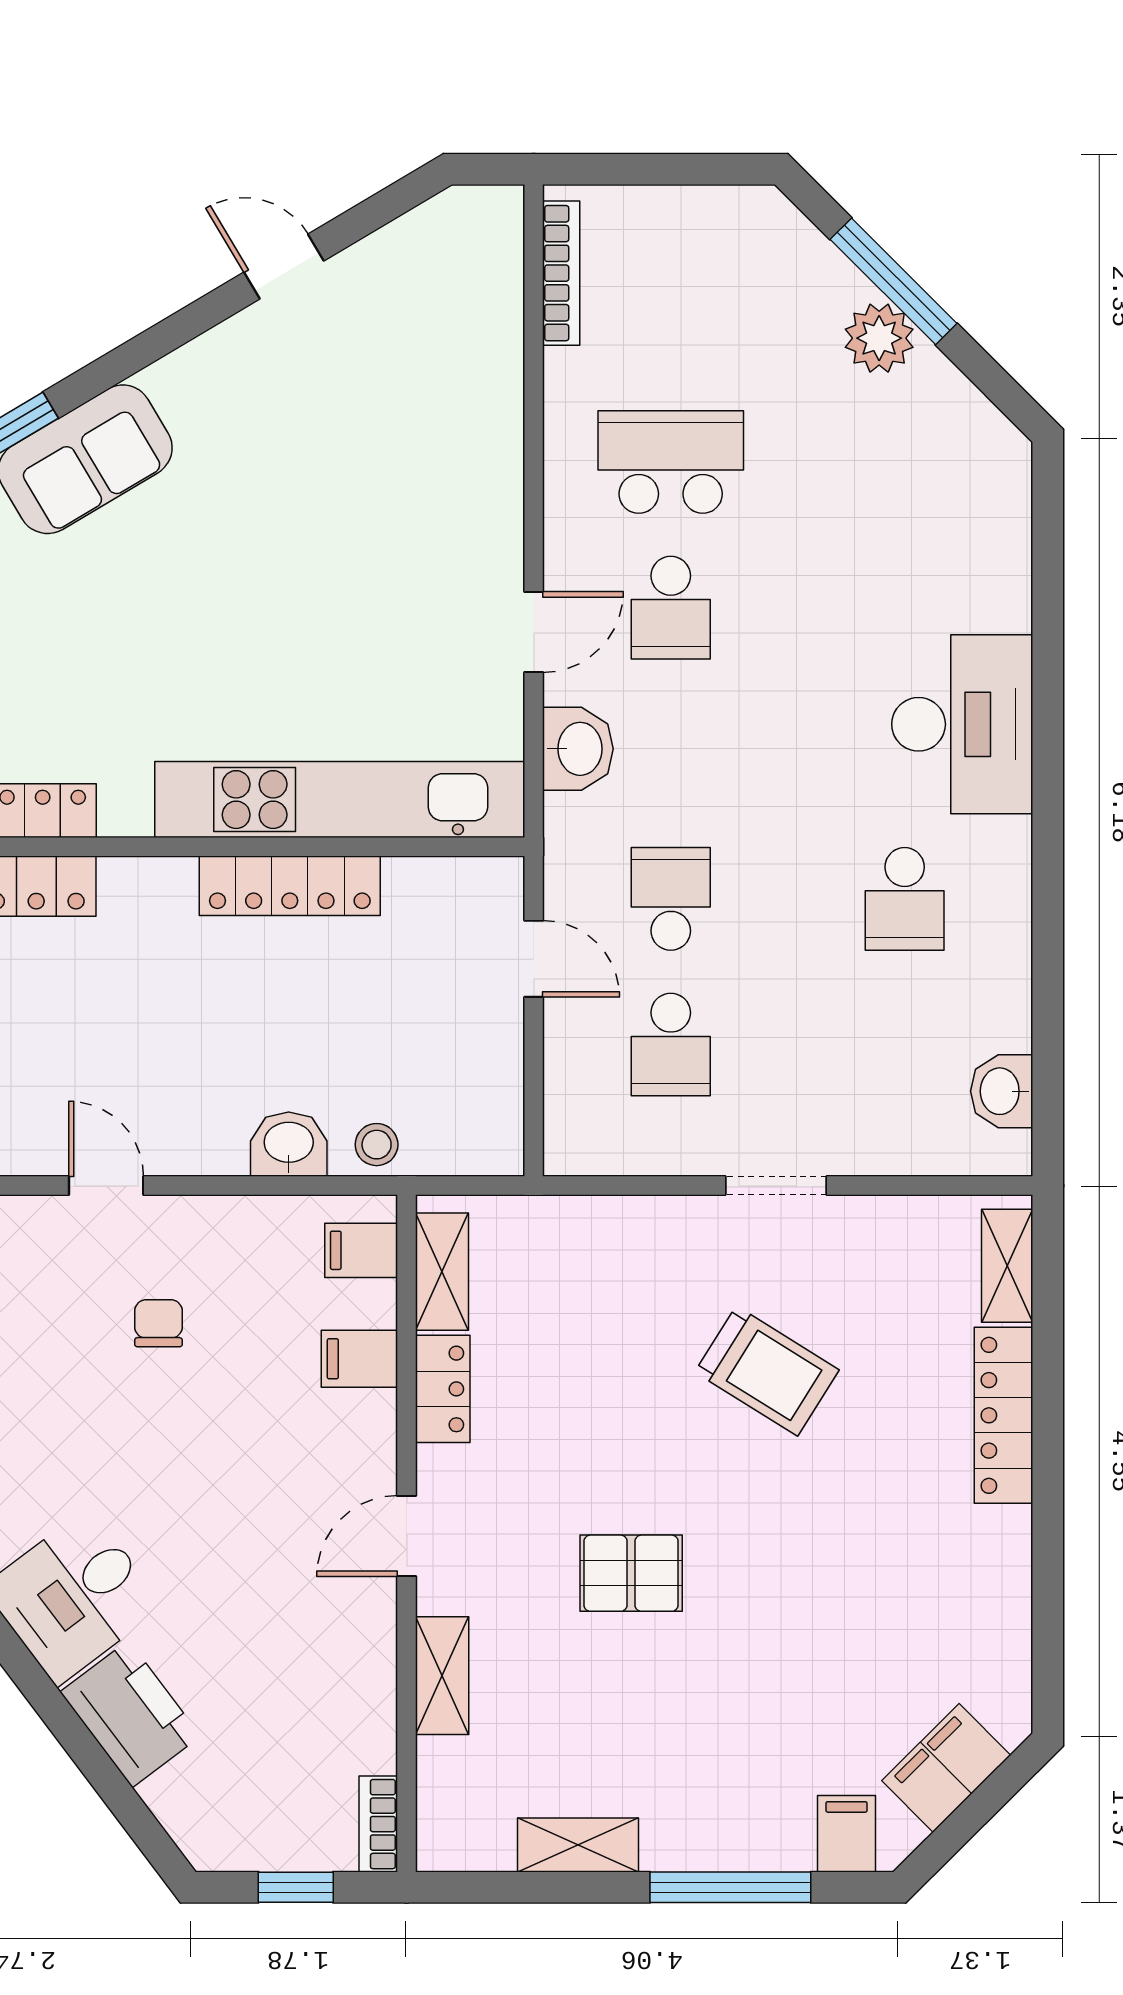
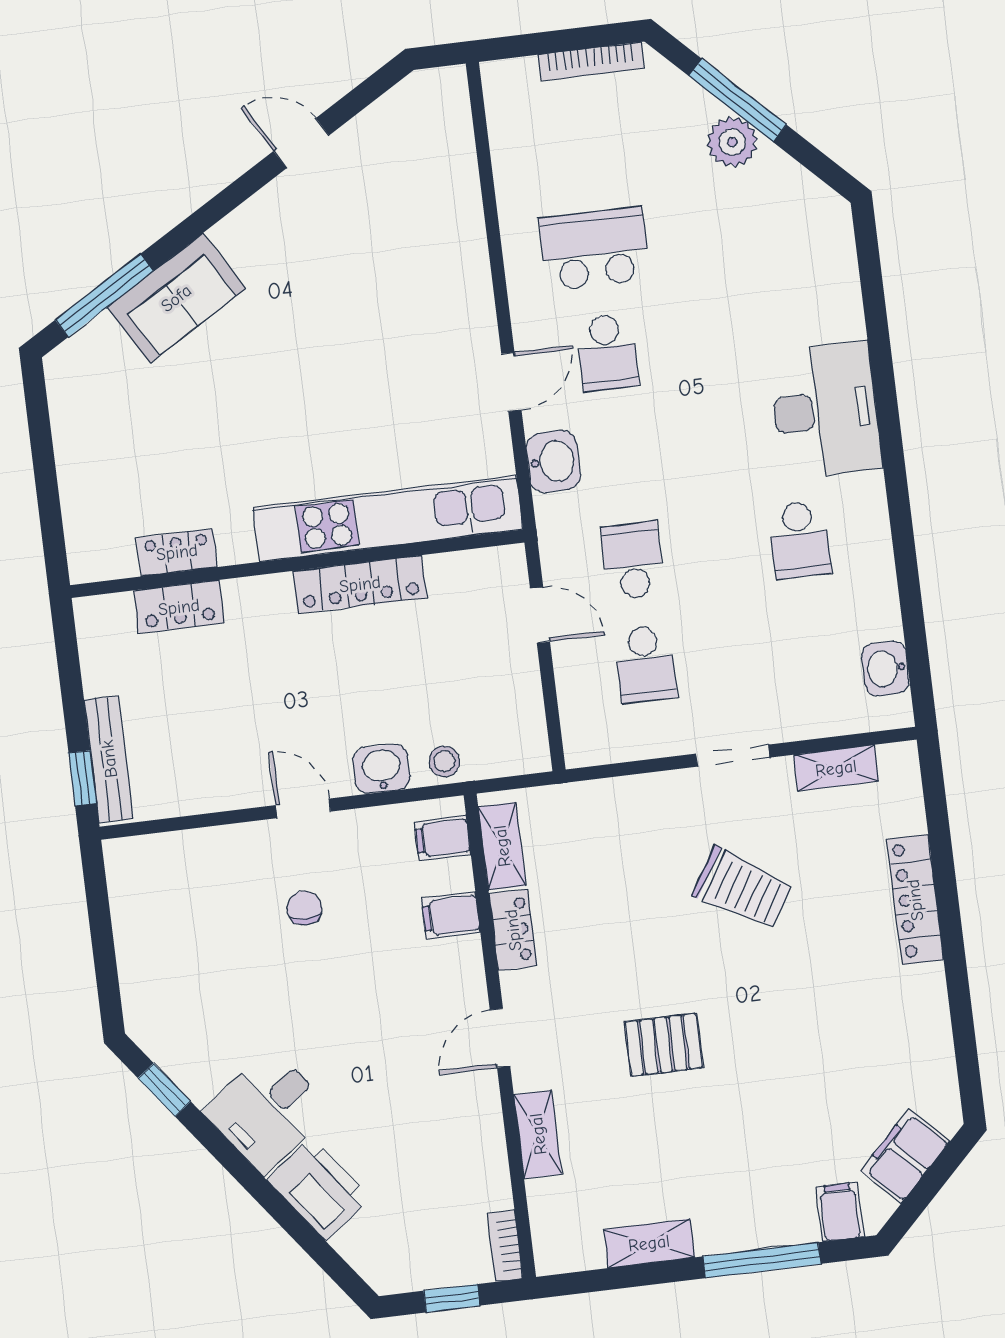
bookcase: (561, 273) -> (591, 61), moved, turned 90
door: (106, 1186) -> (303, 808), moved
shelving: (1007, 1266) -> (836, 768), moved, turned 90

